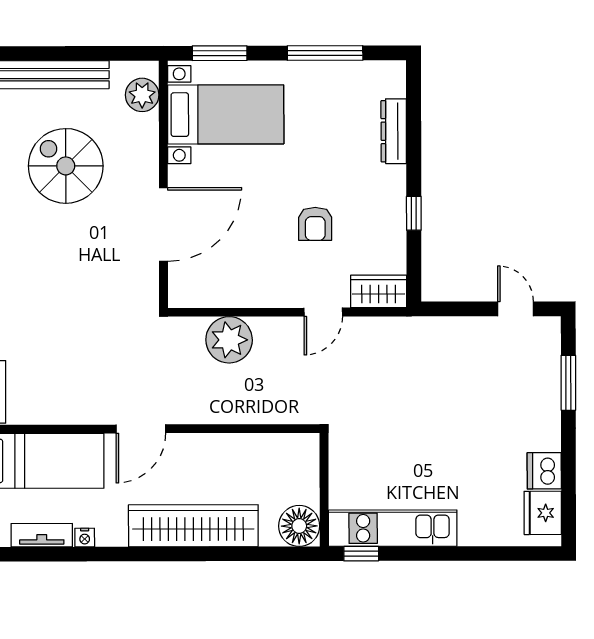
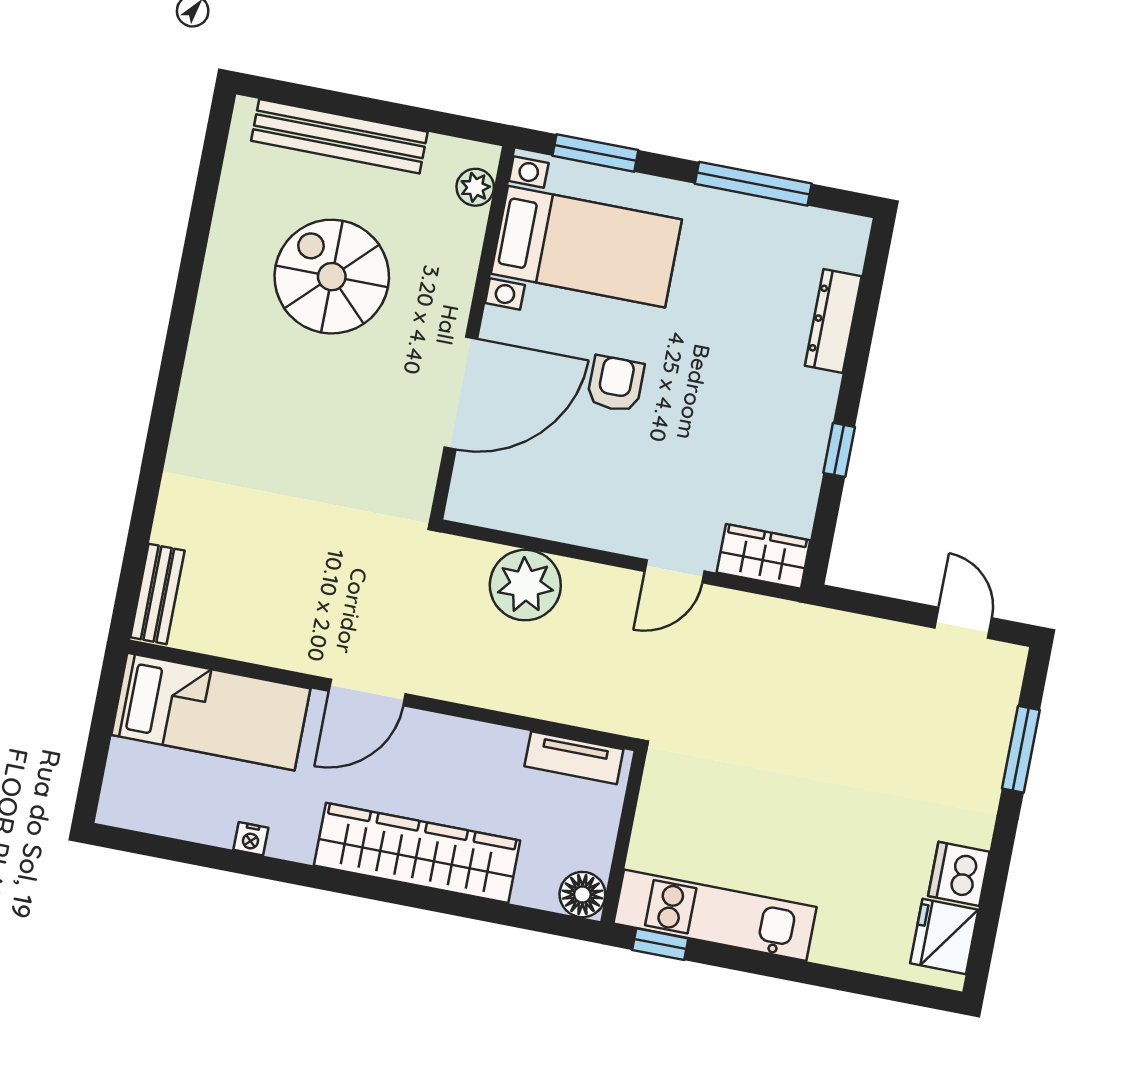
plant: (142, 95) -> (475, 187), width x0.73, depth x0.73
armchair: (315, 224) -> (615, 384), moved, turned 180
floor lamp: (299, 526) -> (582, 895), width x0.73, depth x0.73
tv unit: (42, 535) -> (574, 758), moved, turned 180

